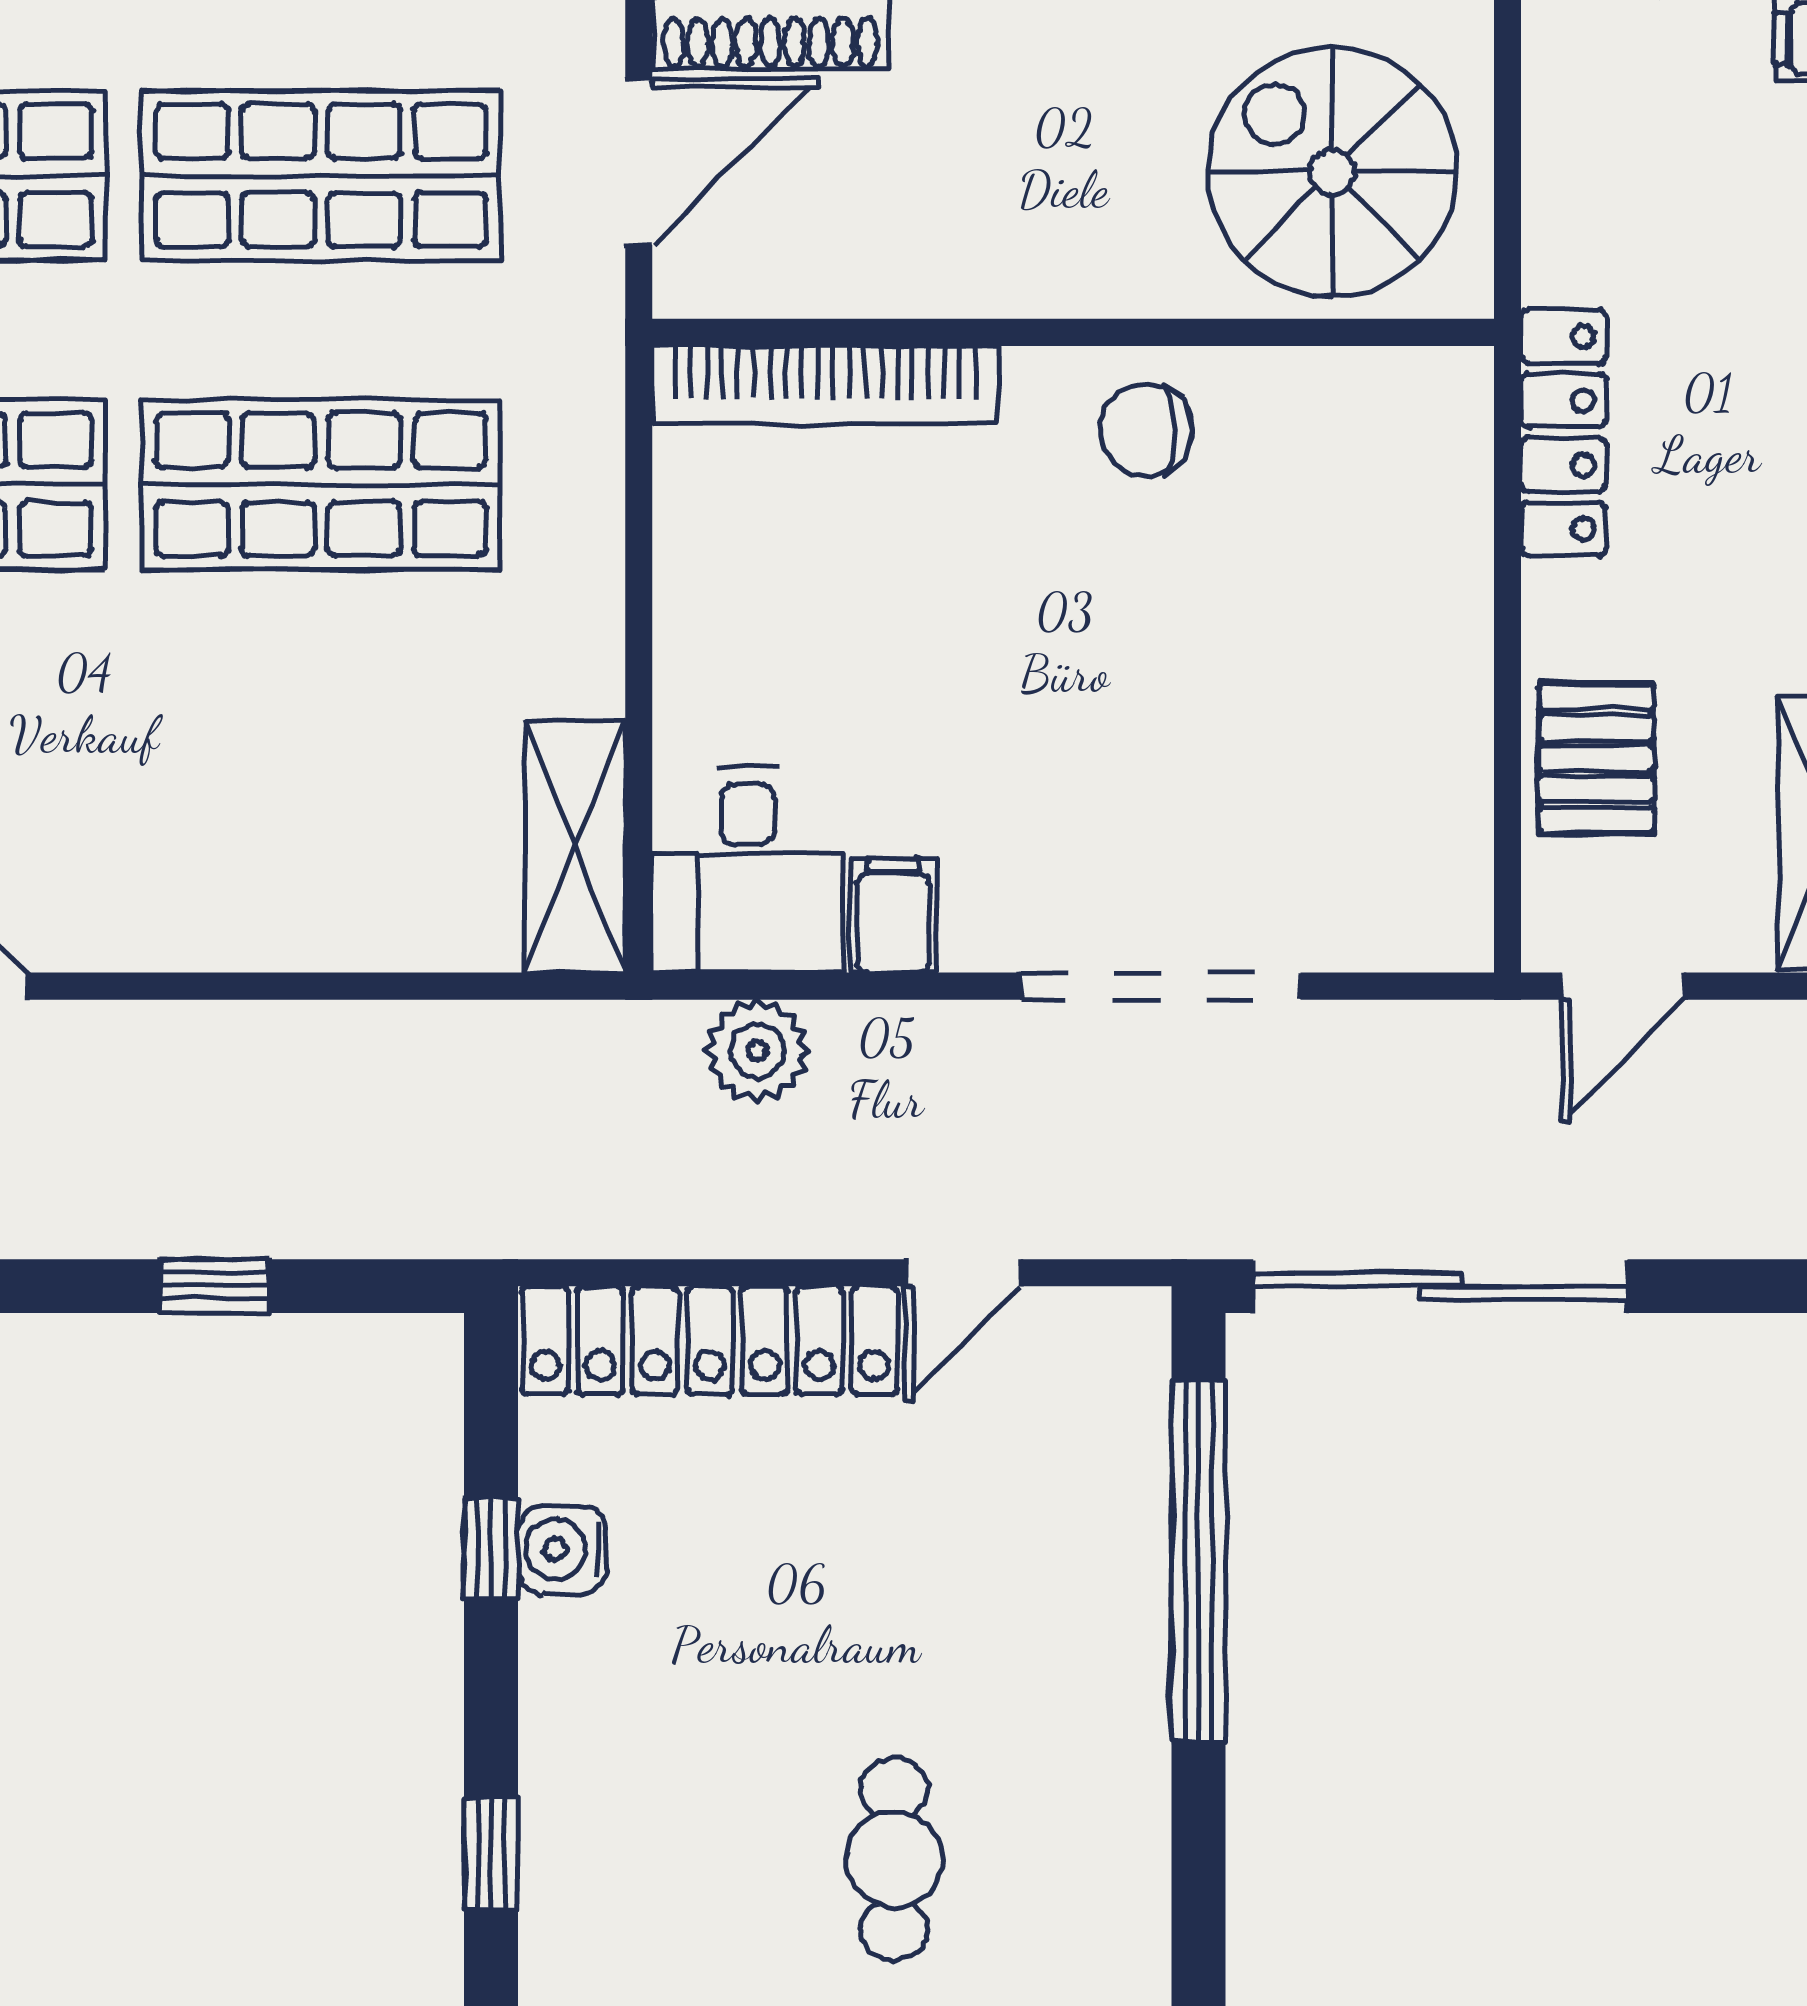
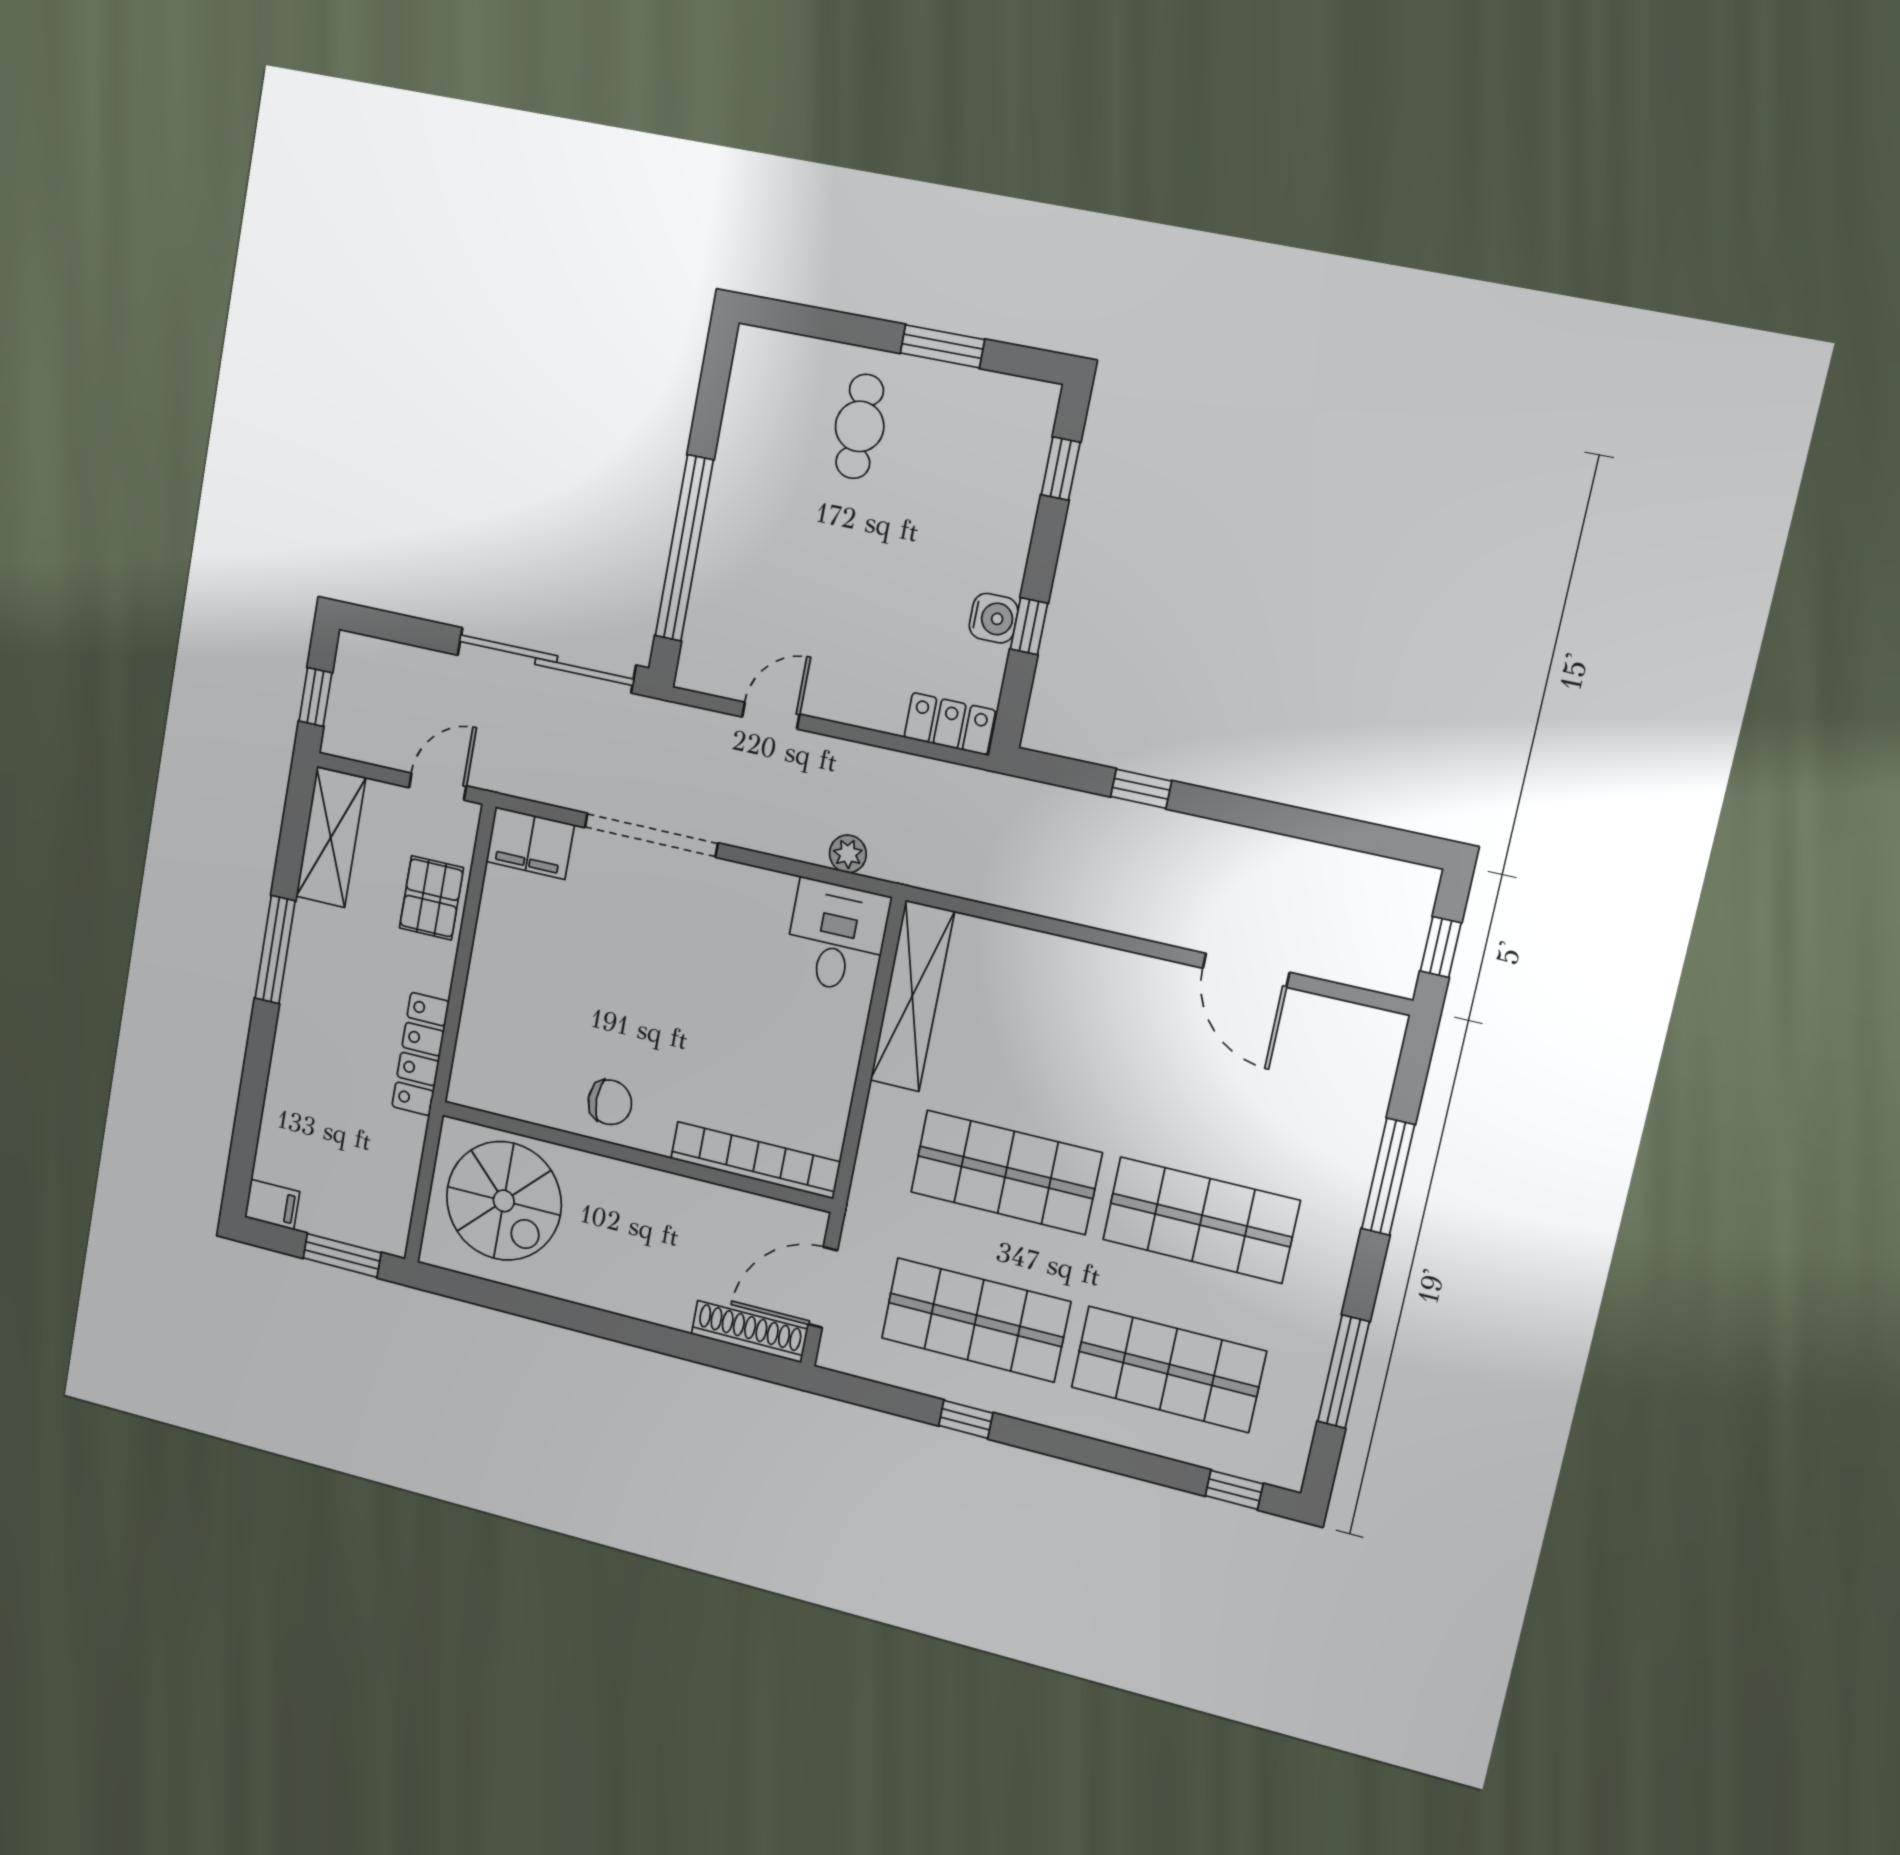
shelving: (575, 846) -> (912, 996), width x1.47
filing cabinet: (893, 915) -> (530, 843), moved, width x2.00
plant: (757, 1051) -> (848, 854), width x0.73, depth x0.73
locker: (710, 1340) -> (950, 724), width x0.46, depth x0.83

